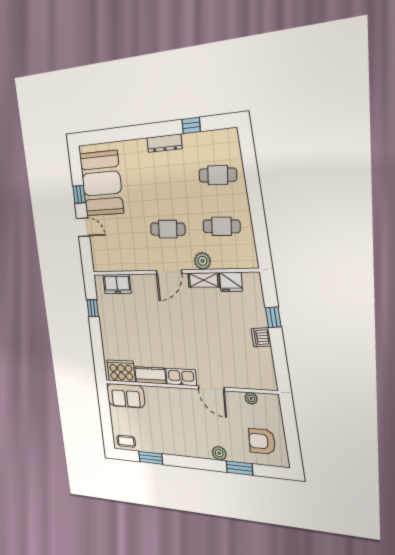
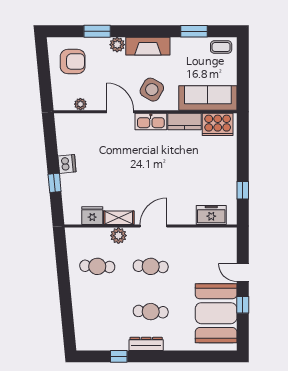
cafe table: (218, 175) -> (151, 312), moved
sofa: (126, 396) -> (208, 98), width x1.36
side table: (183, 408) -> (152, 90), added
fireplace: (190, 449) -> (148, 46), added

